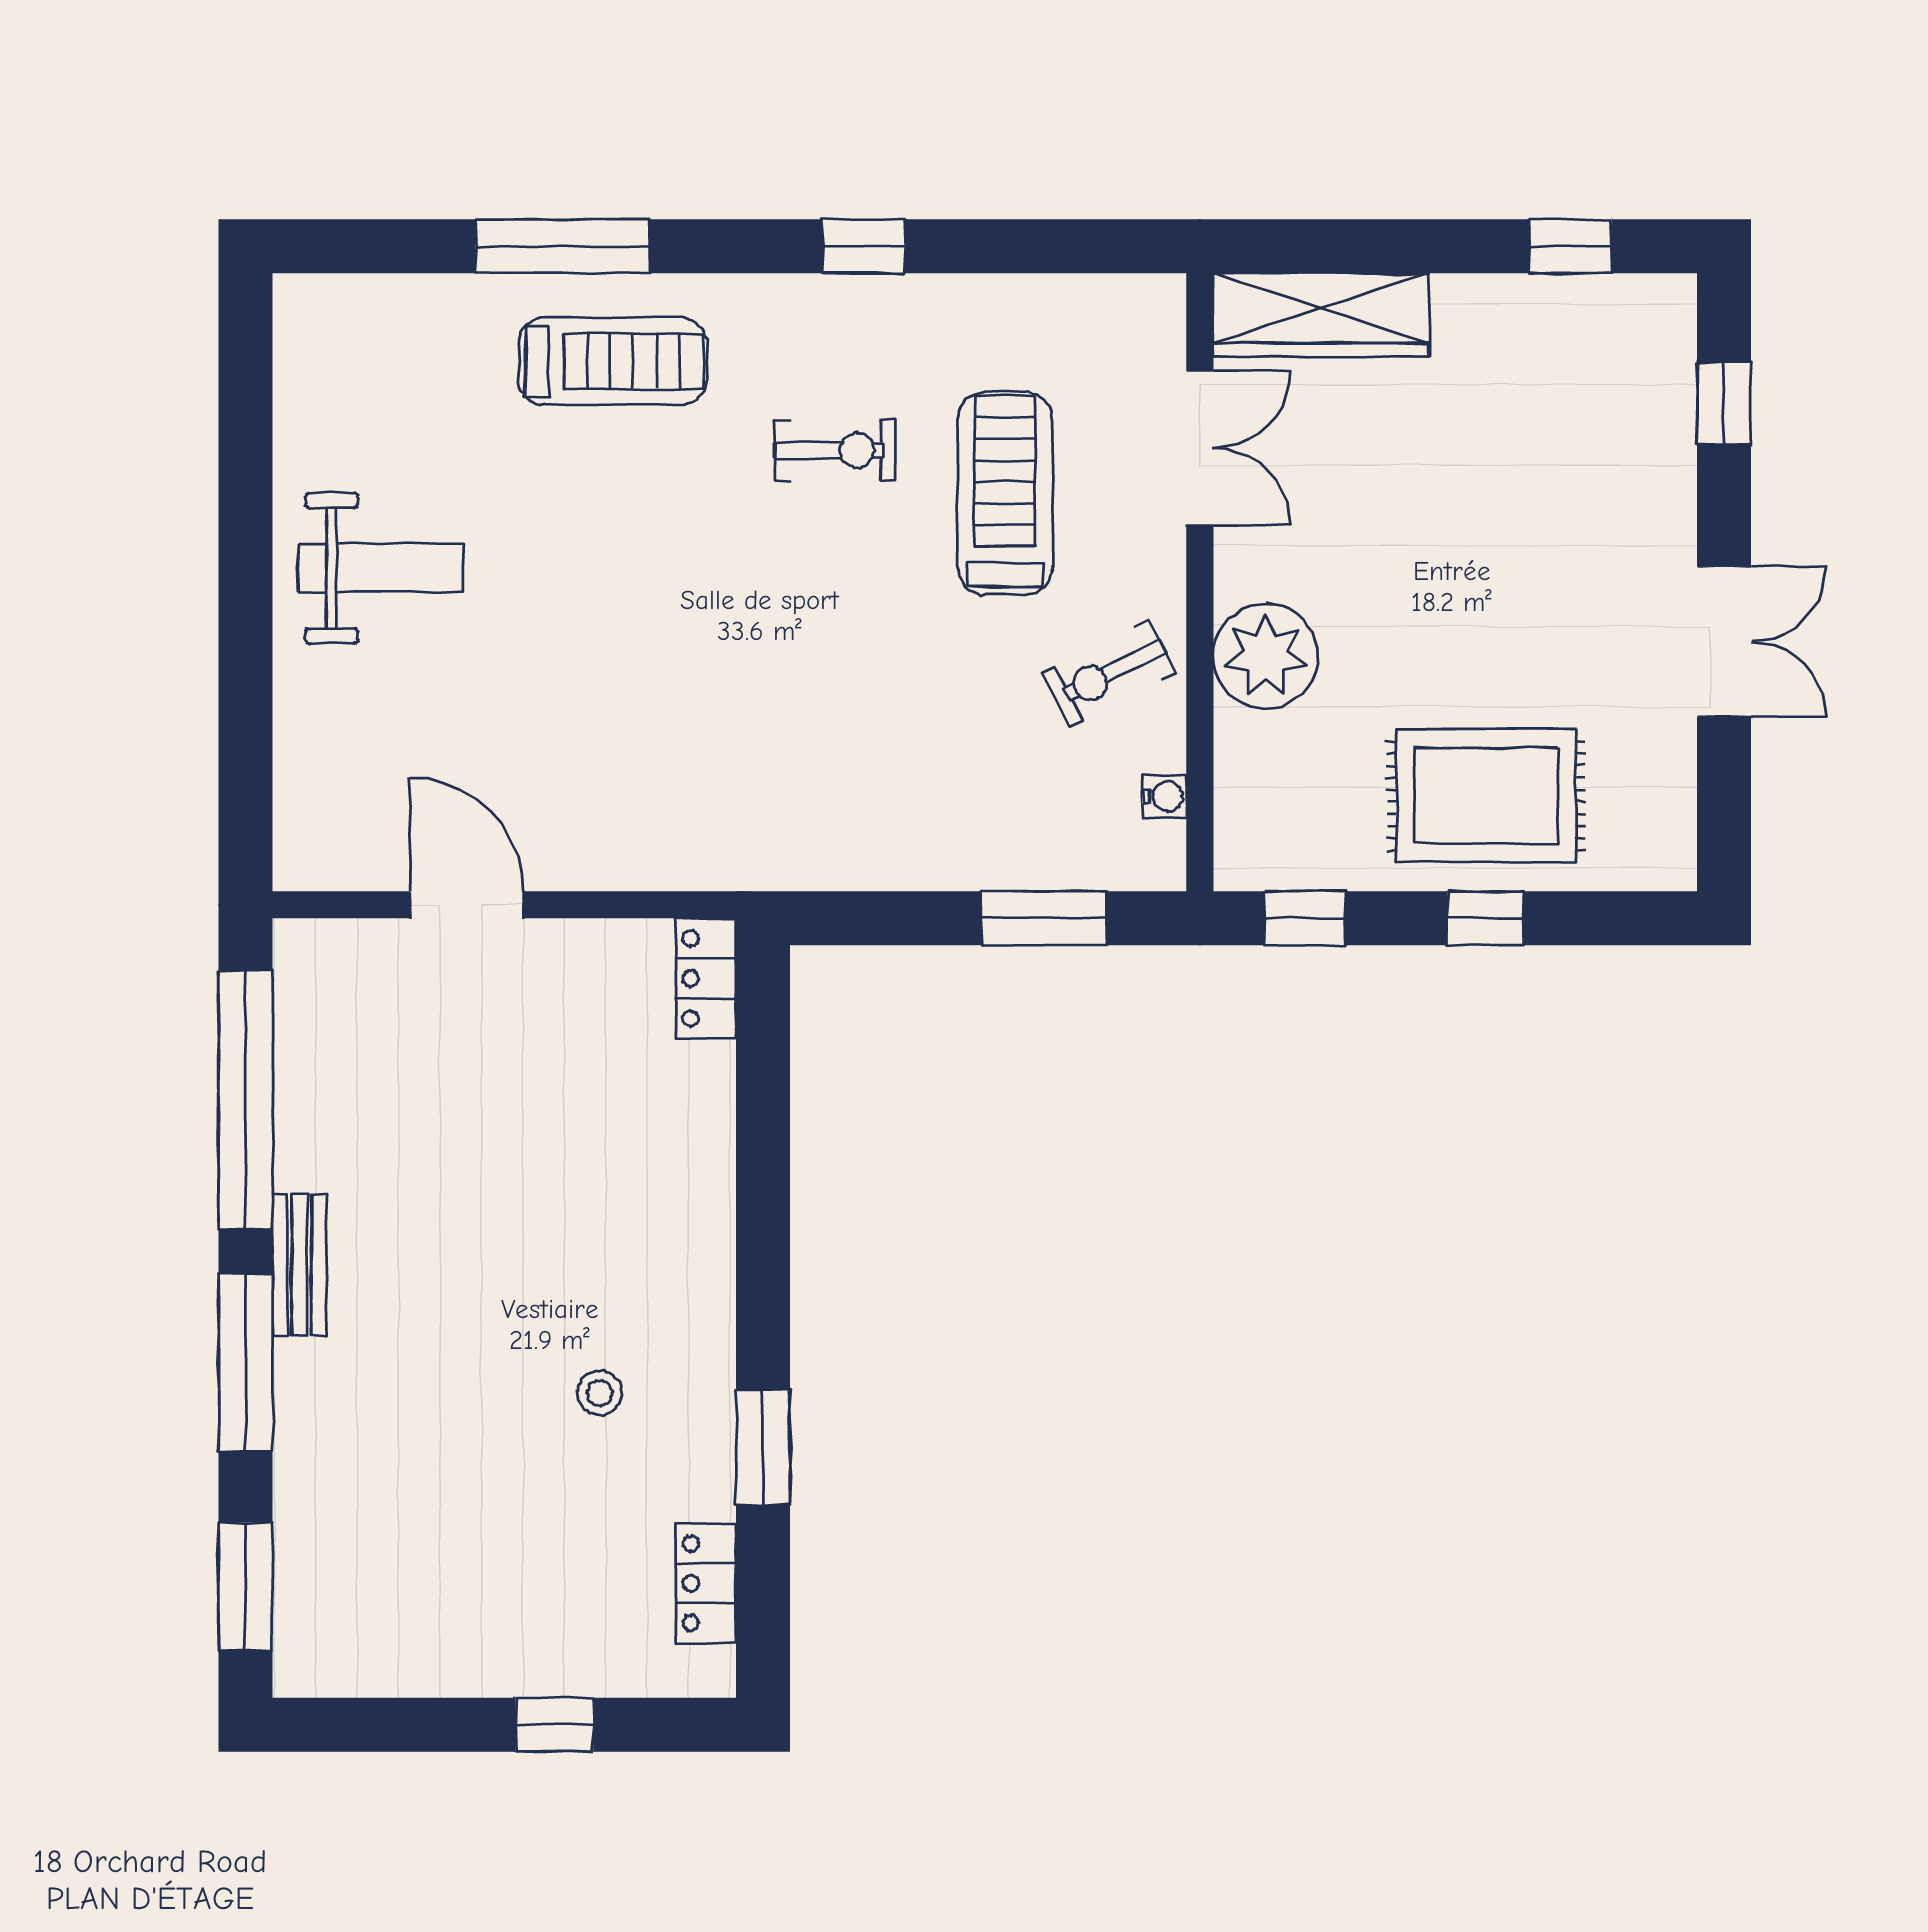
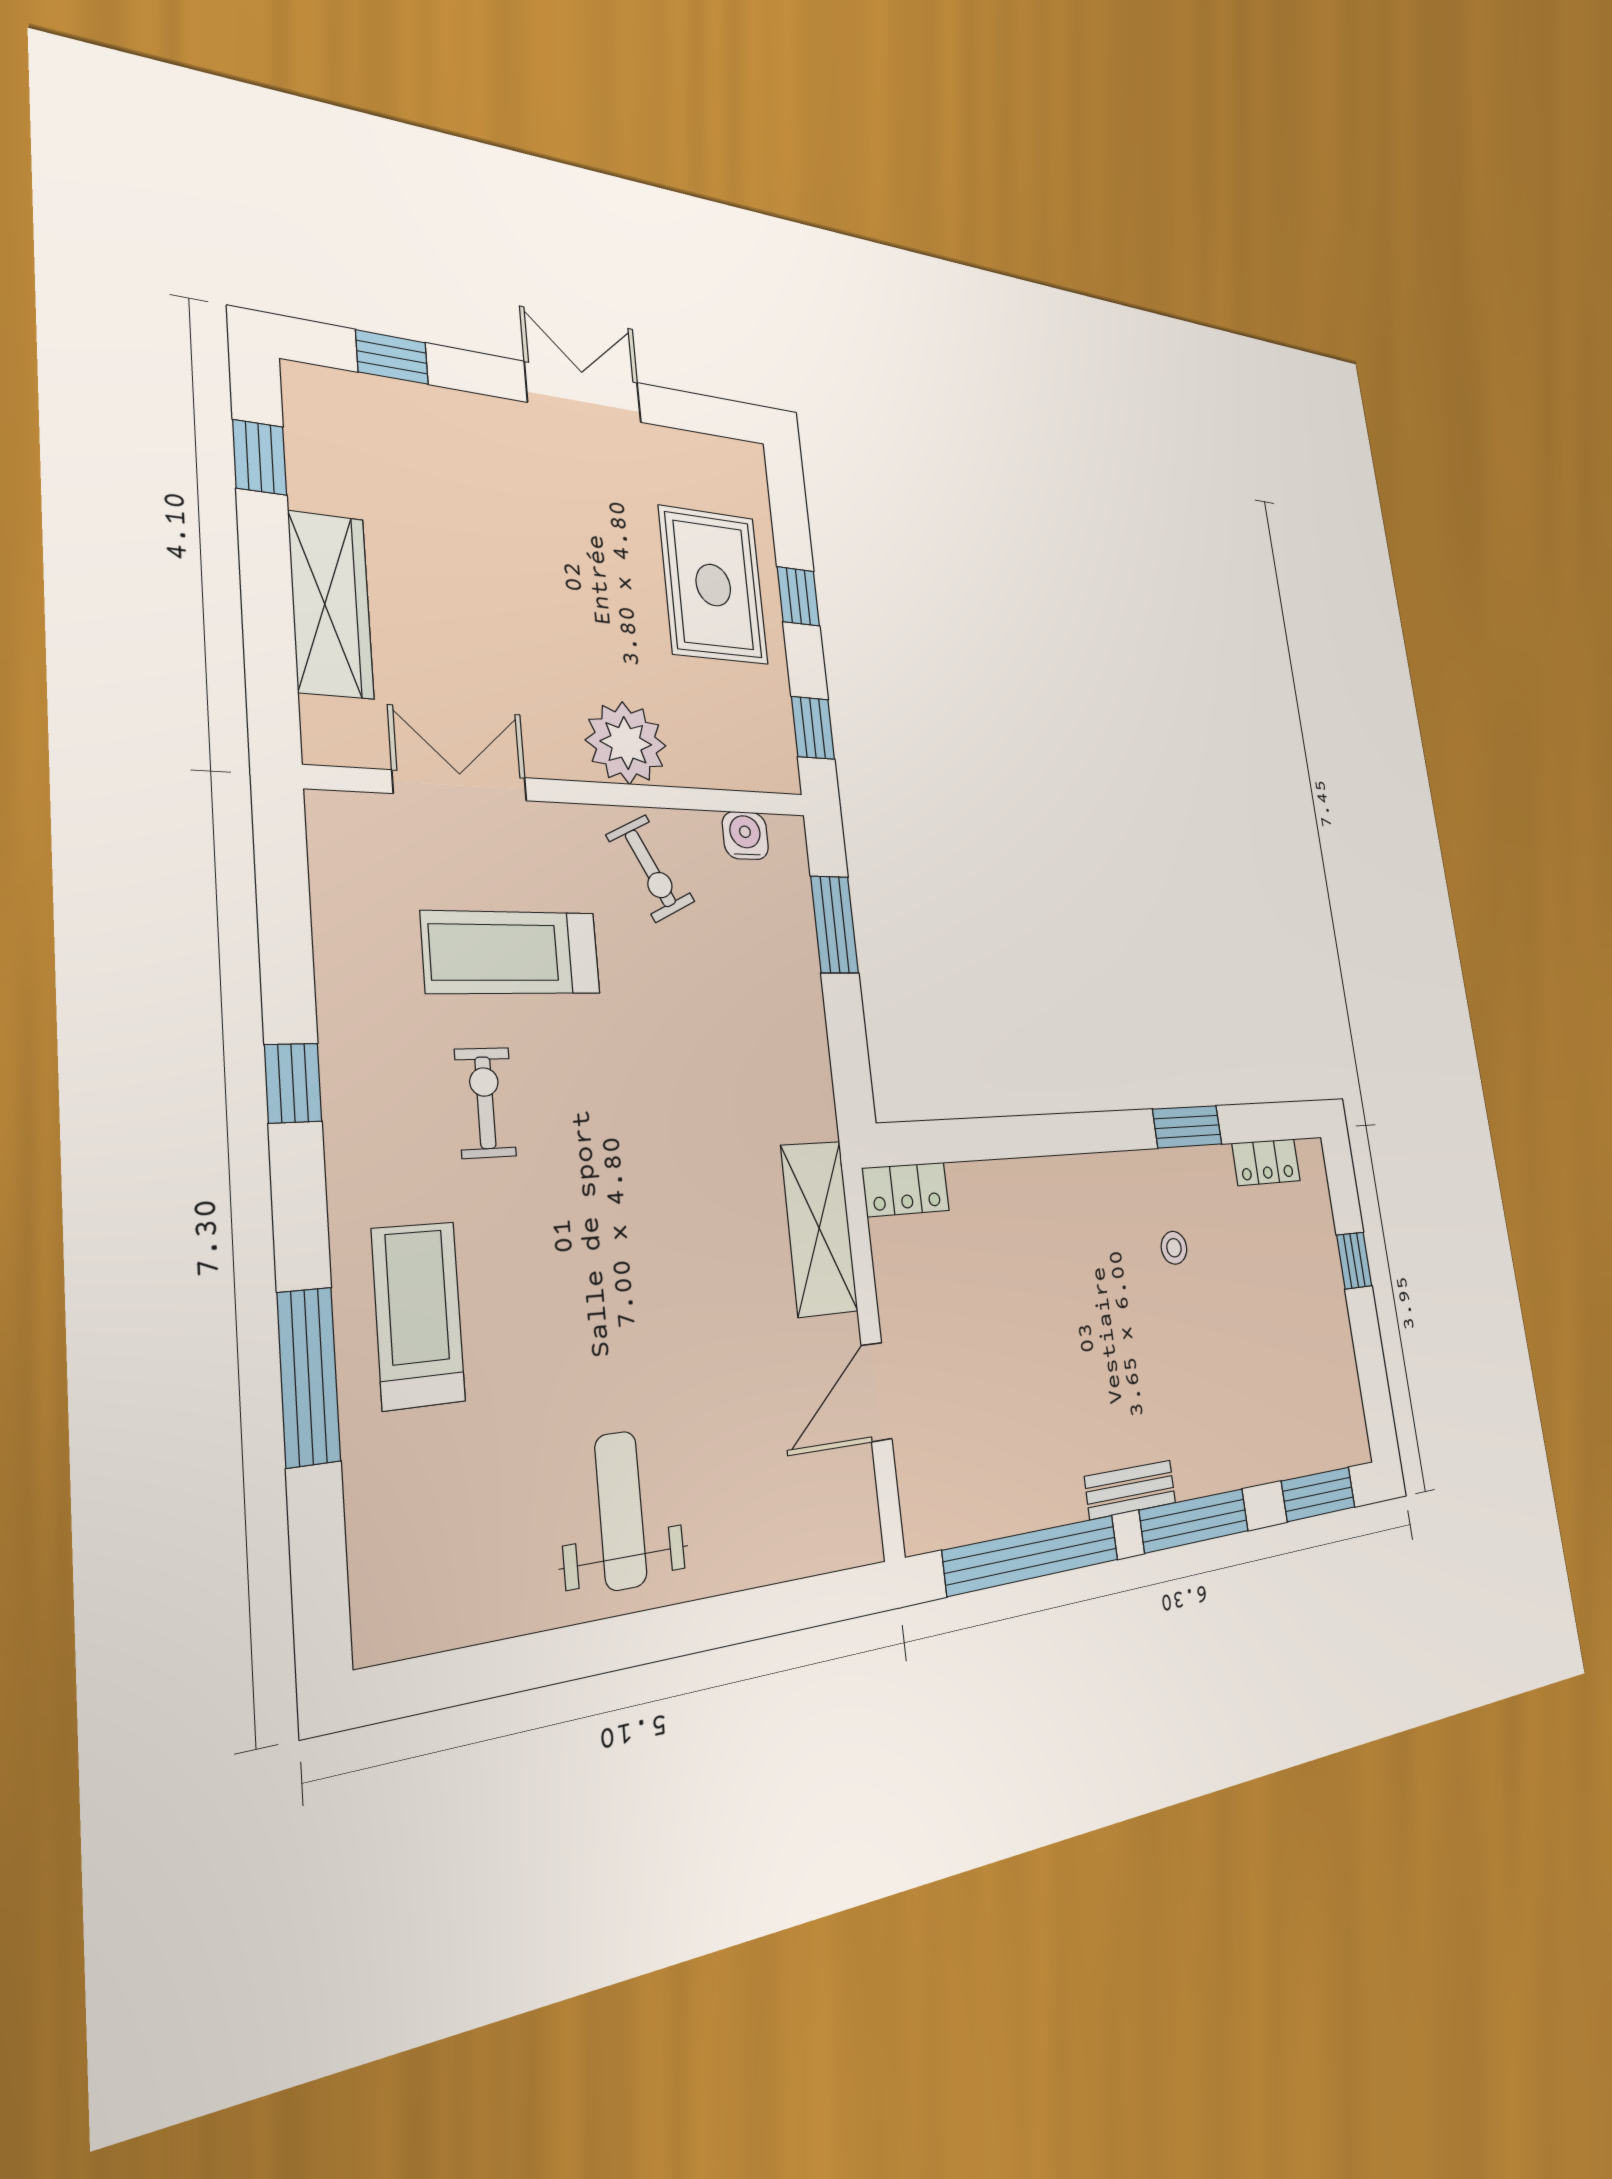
wardrobe: (1321, 315) -> (331, 605), moved
water cooler: (1164, 796) -> (745, 836), width x1.38, depth x1.38
shelving: (667, 850) -> (819, 1228), added

